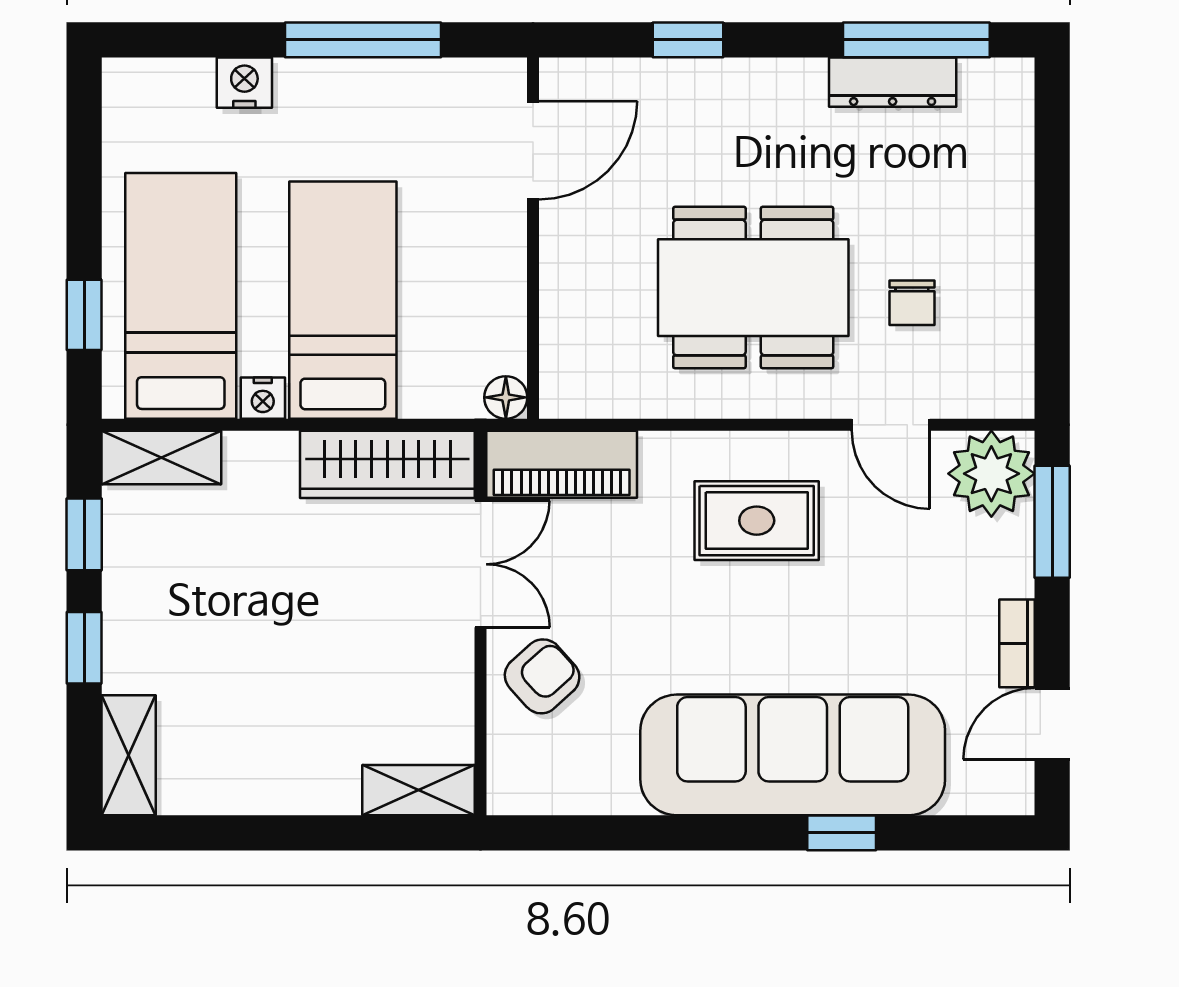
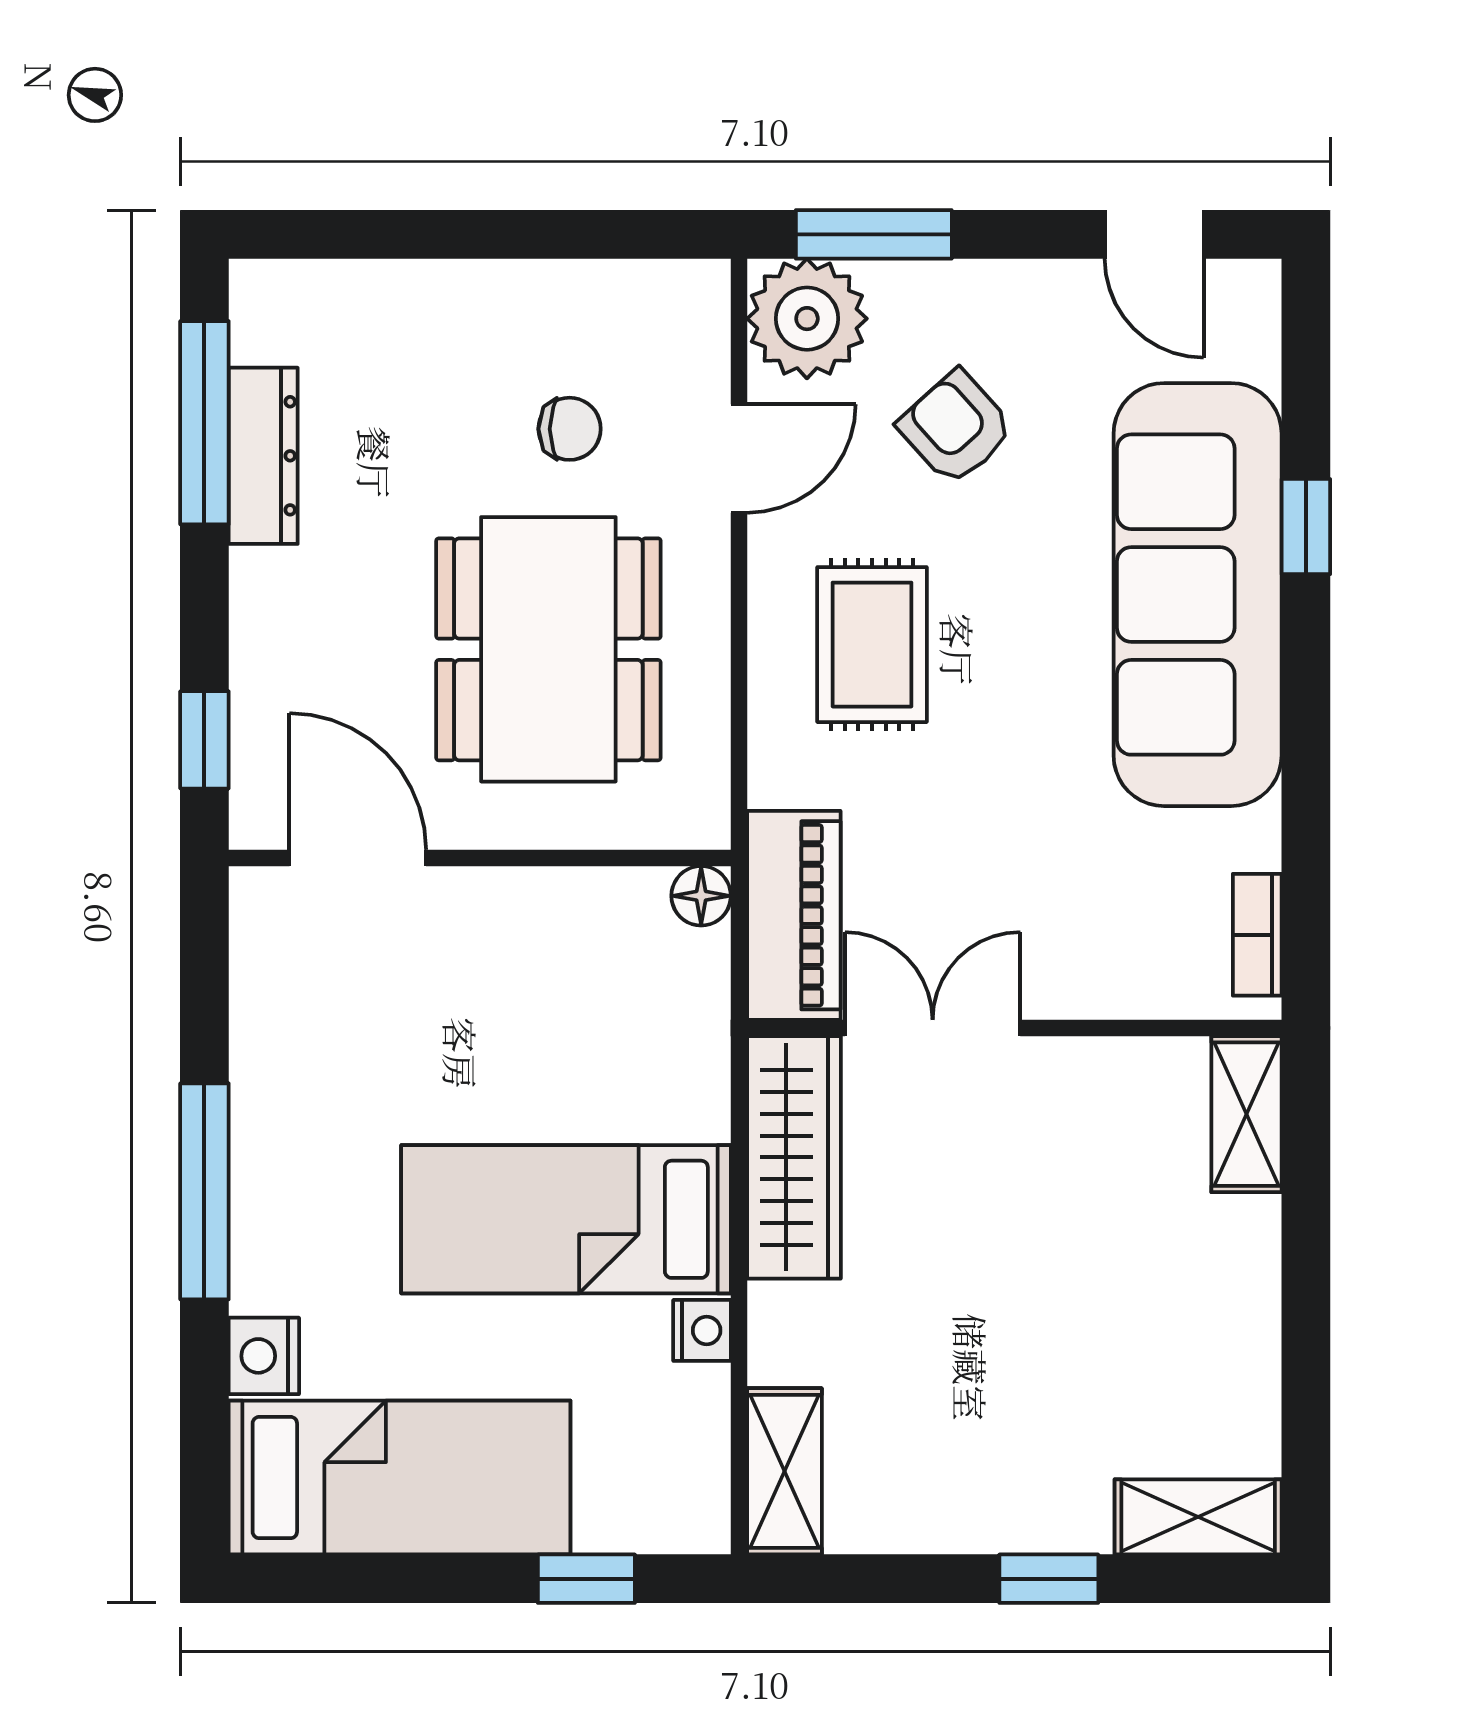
door: (533, 150) -> (358, 858), moved
wall: (533, 238) -> (480, 858), moved
bed: (181, 296) -> (400, 1478), moved, turned 180
floor lamp: (506, 397) -> (701, 896), moved
window: (84, 534) -> (891, 1579), removed
bookcase: (1017, 643) -> (1257, 935), moved, turned 90
armchair: (542, 676) -> (956, 428), moved

